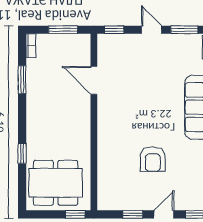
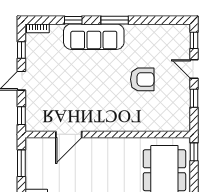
window: (184, 30) -> (21, 50), width x0.67

